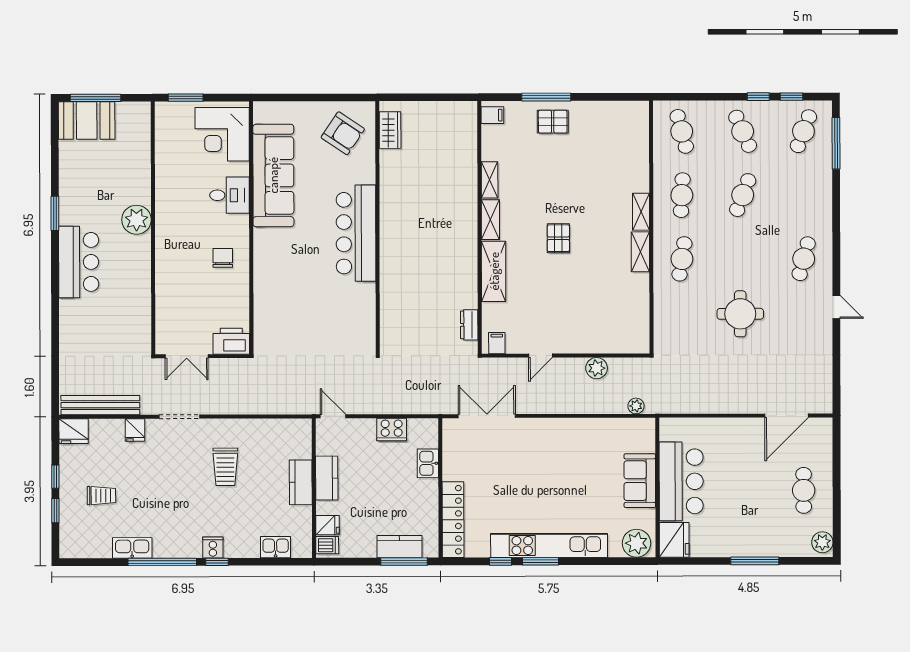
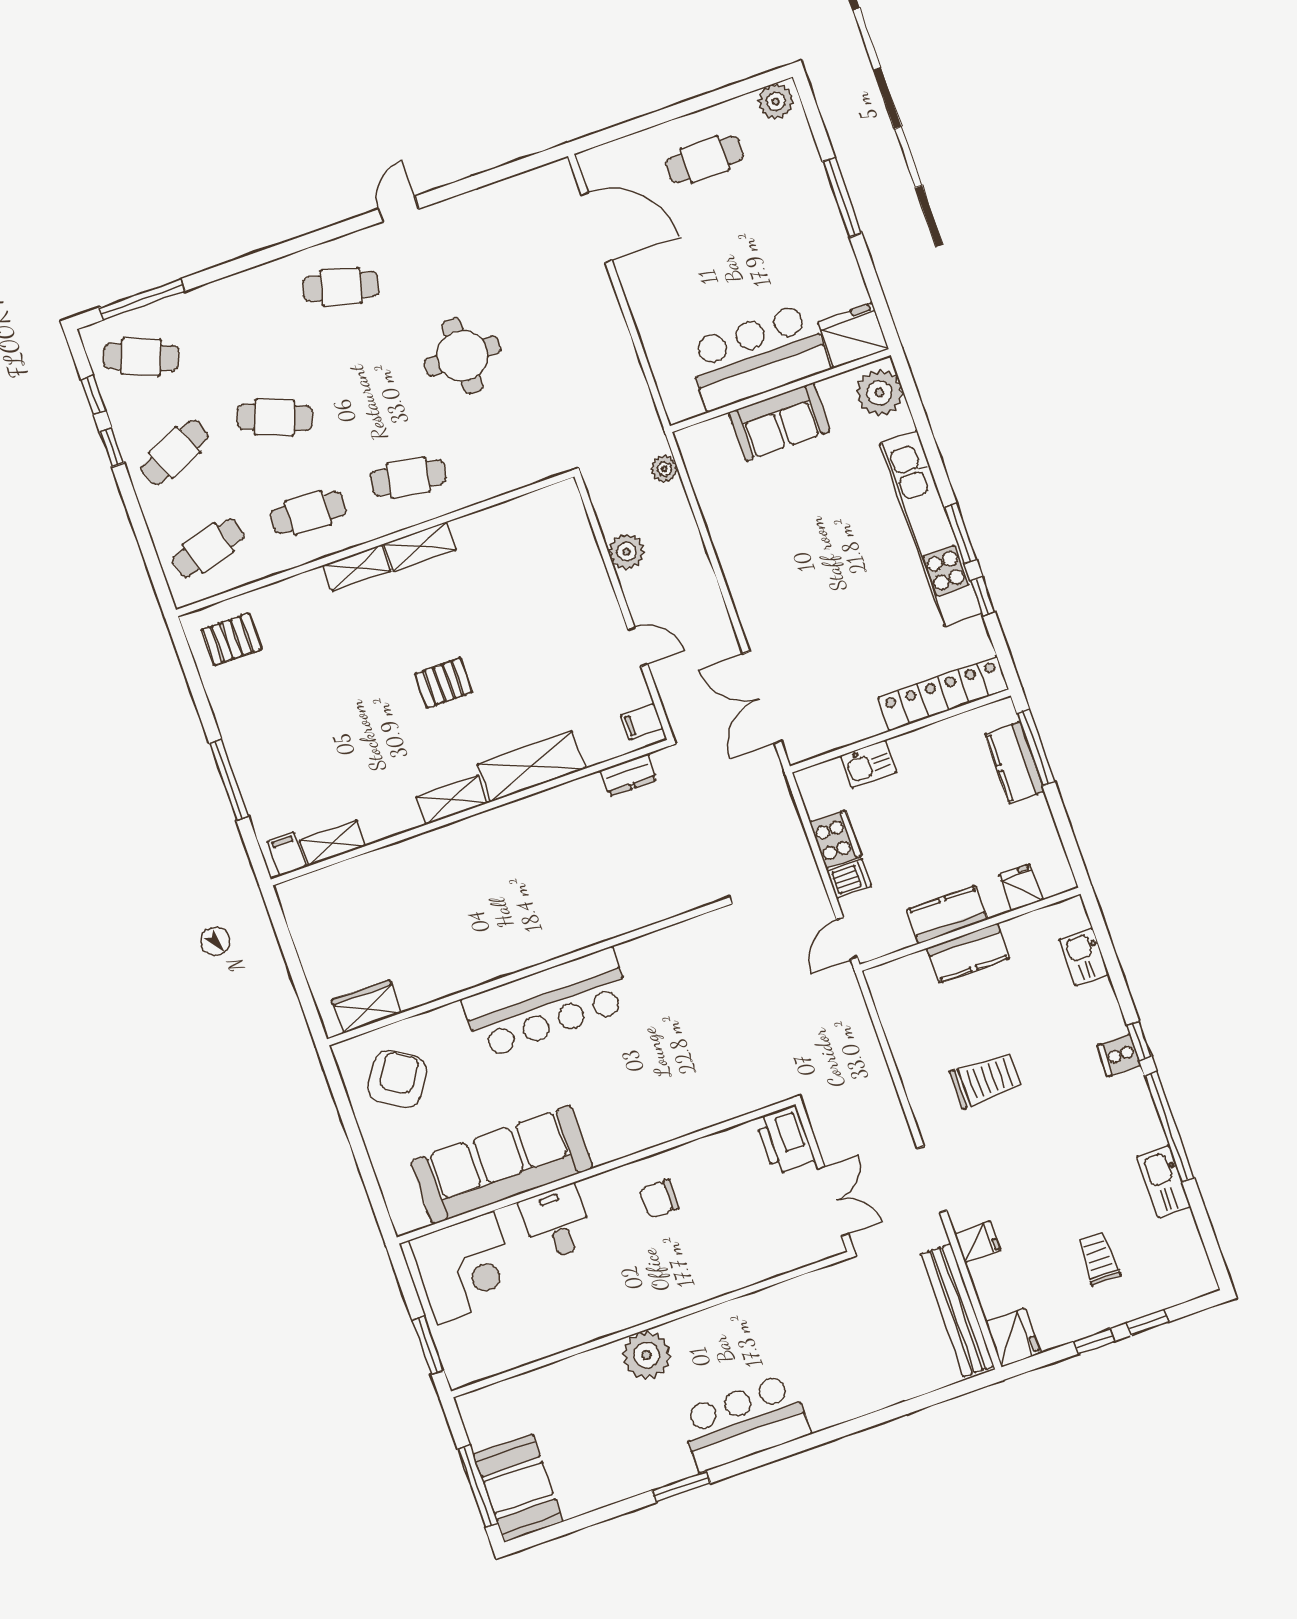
pallet: (553, 122) -> (232, 639), moved, turned 90
shelving: (490, 180) -> (333, 843), moved
dishwasher: (327, 545) -> (849, 879), moved, turned 90

